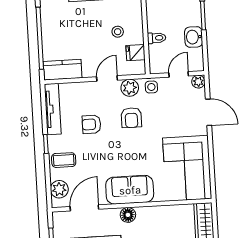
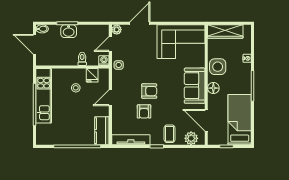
washbasin: (194, 37) -> (69, 31), moved
washing machine: (156, 67) -> (104, 61), added
door: (179, 74) -> (110, 44), hinge flipped
door: (107, 78) -> (110, 98), hinge flipped
plant: (130, 88) -> (118, 81), removed
armchair: (131, 118) -> (149, 91), moved
side table: (157, 219) -> (218, 67), added

